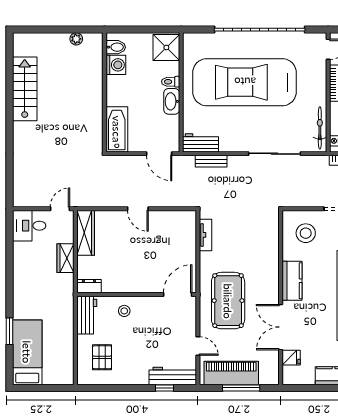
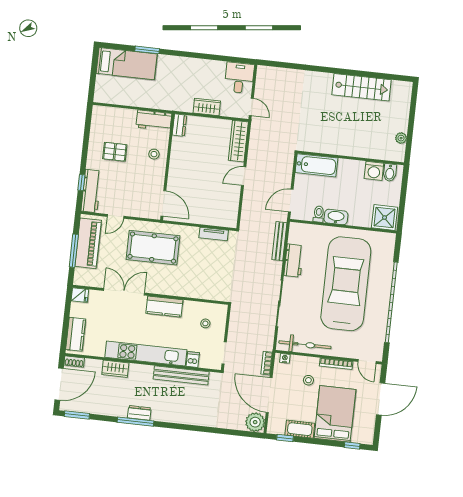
toilet: (171, 82) -> (319, 214), moved
bicycle: (320, 128) -> (305, 345), width x1.37, depth x1.40
workbench: (200, 143) -> (294, 261), moved
bench: (211, 161) -> (279, 241), width x1.36
wardrobe: (86, 233) -> (238, 141), moved, turned 90
stool: (306, 233) -> (205, 323), width x0.53, depth x0.53
pallet: (102, 357) -> (115, 152), moved
fridge: (291, 358) -> (80, 295), moved, turned -90

